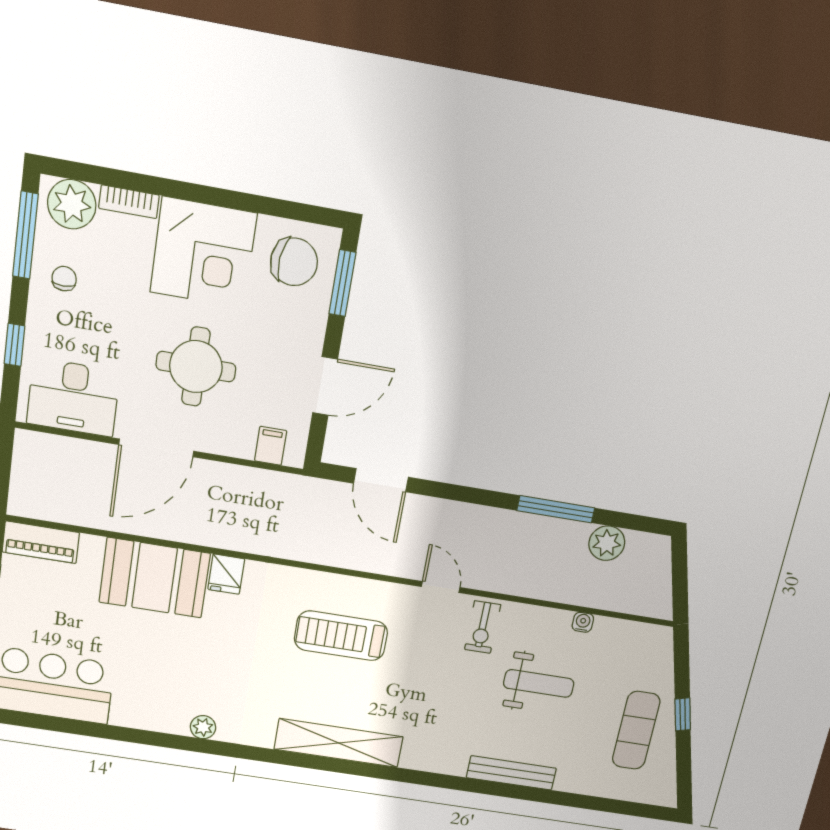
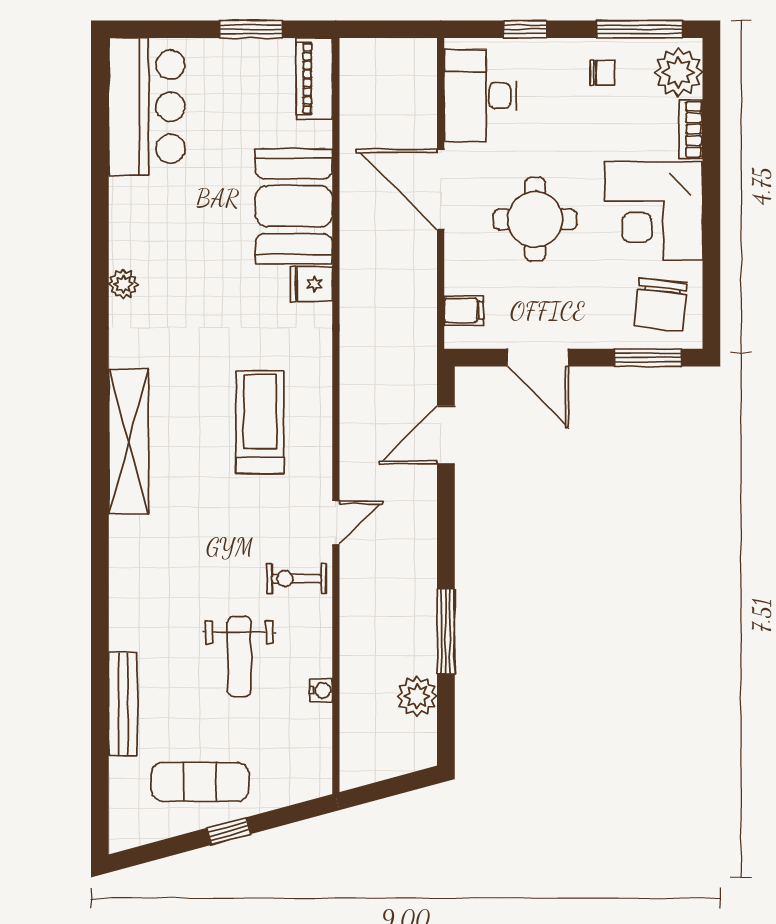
bench: (511, 773) -> (123, 704), moved

